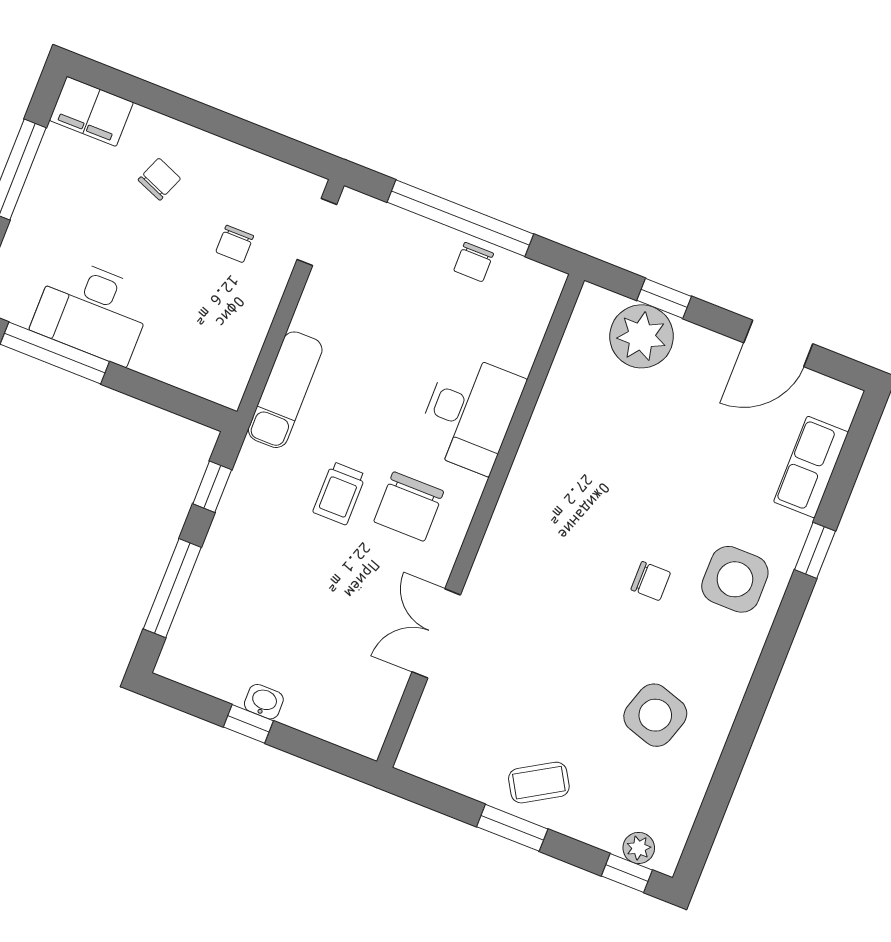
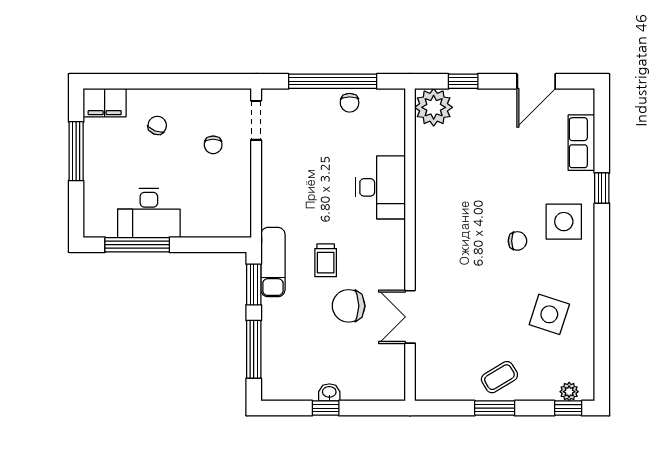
plant: (642, 336) -> (434, 107), moved
exam couch: (285, 390) -> (273, 262), moved
window: (212, 487) -> (254, 284), width x1.50
chair: (409, 506) -> (349, 306), moved, turned 90

